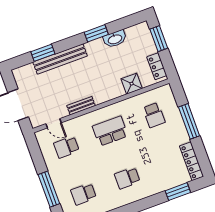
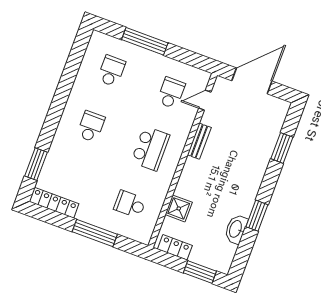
bench: (60, 59) -> (262, 159), removed

